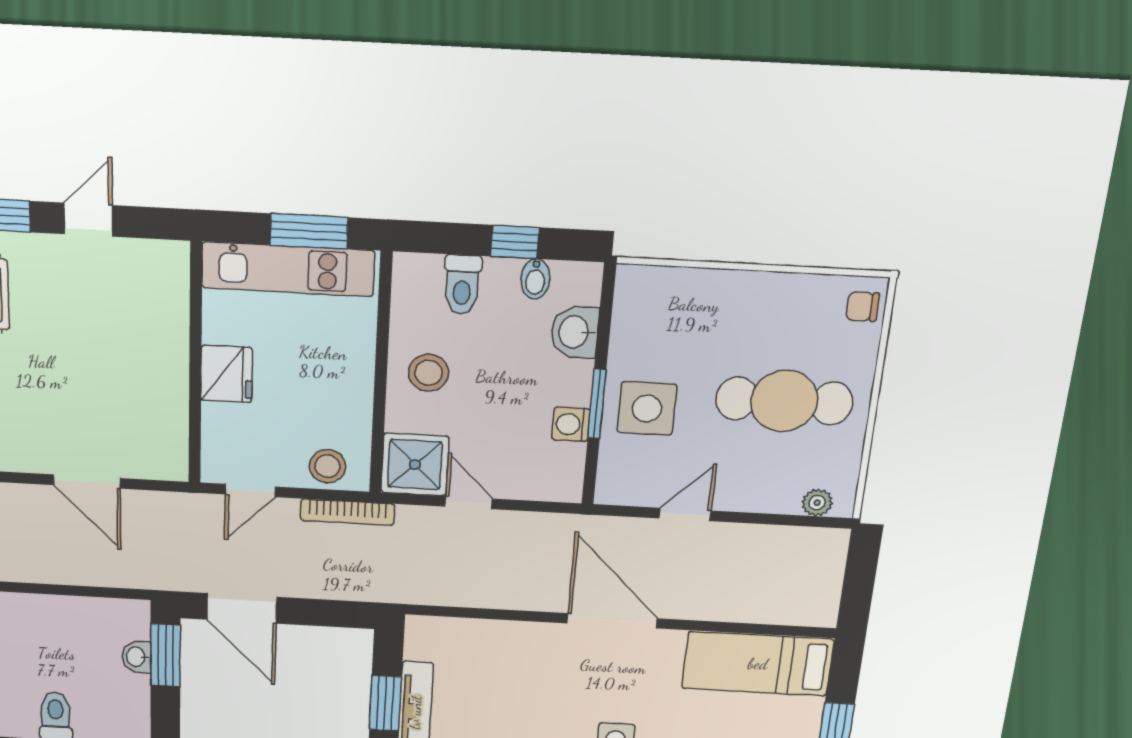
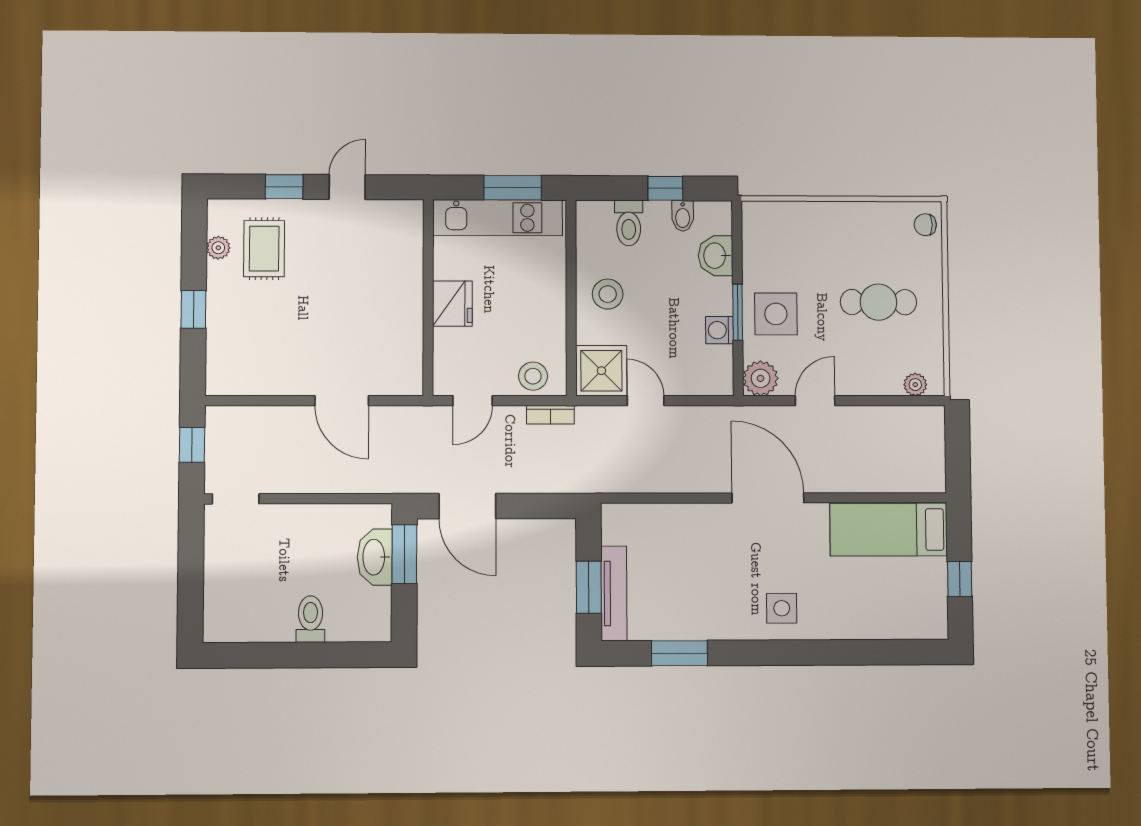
cafe table: (784, 401) -> (878, 302), width x0.73, depth x0.74
plant: (618, 485) -> (761, 378), added
bookcase: (348, 512) -> (550, 415), width x0.64
washbasin: (136, 657) -> (375, 557), width x1.91, depth x1.45

